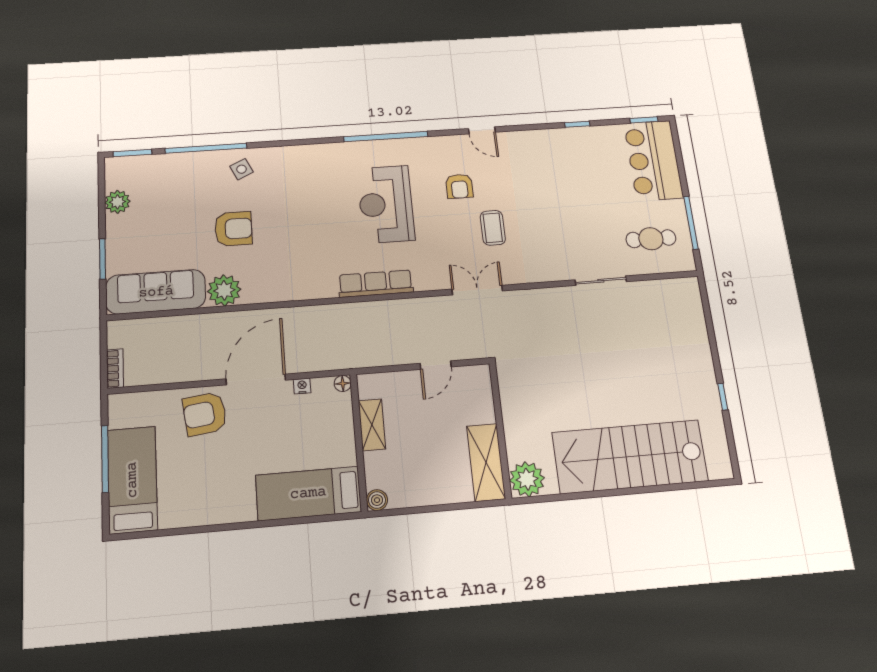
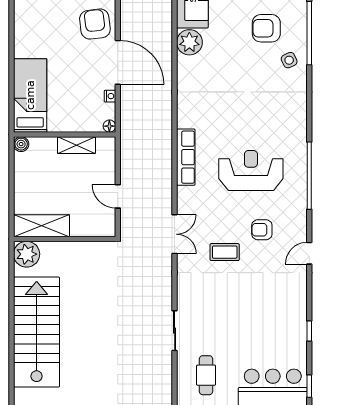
armchair: (233, 229) -> (266, 28), moved, turned 90

